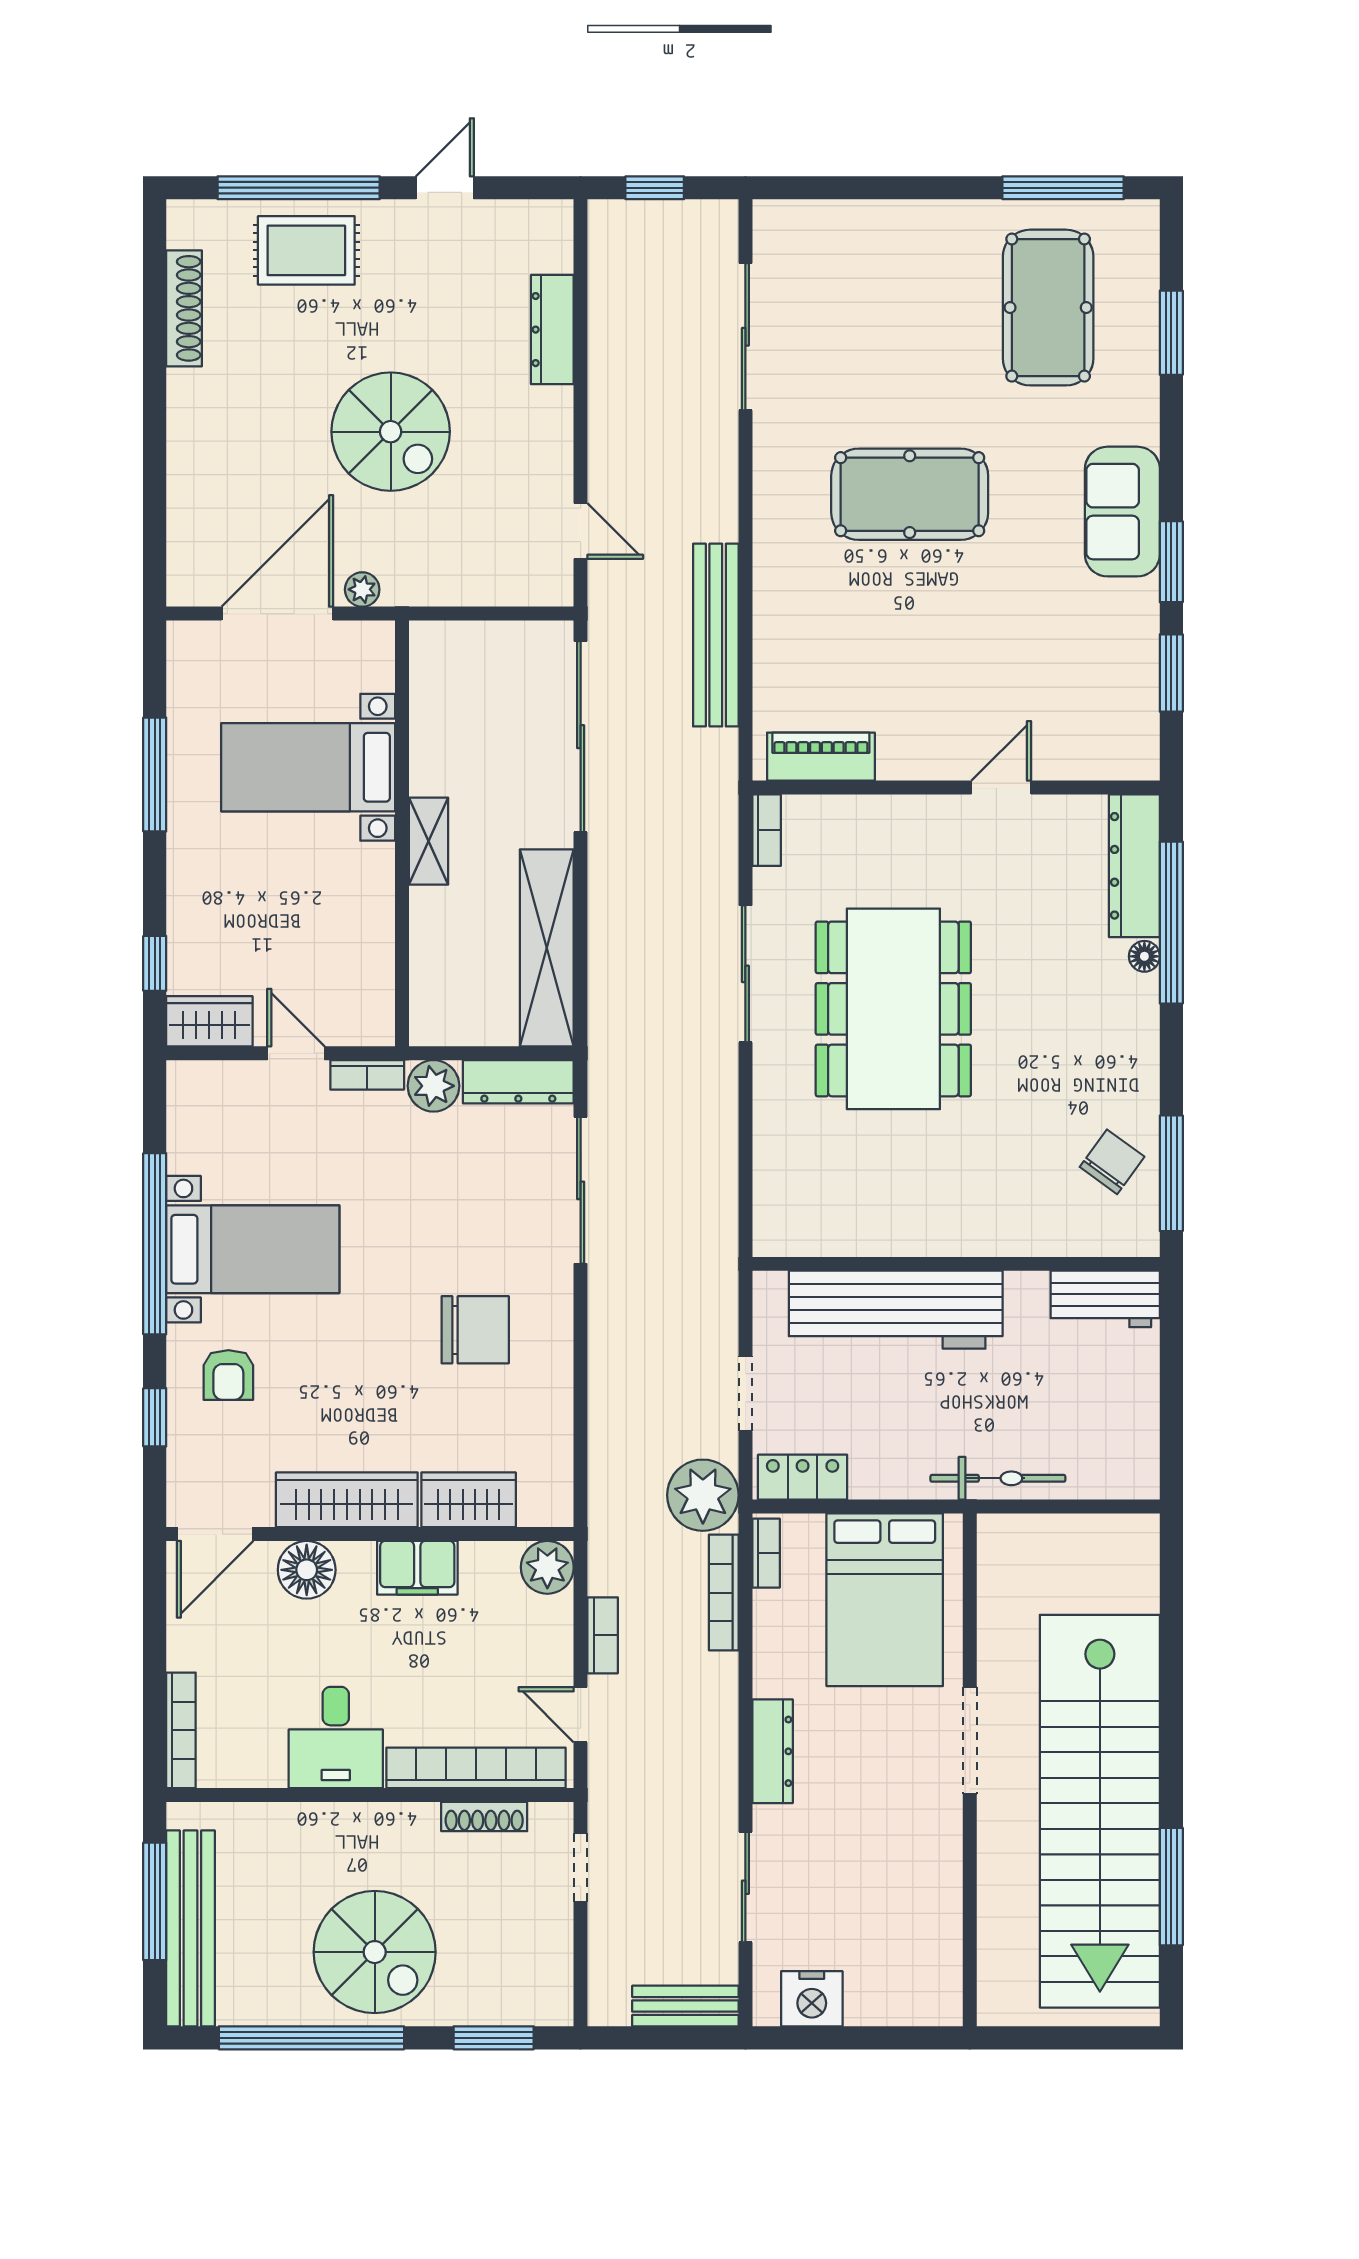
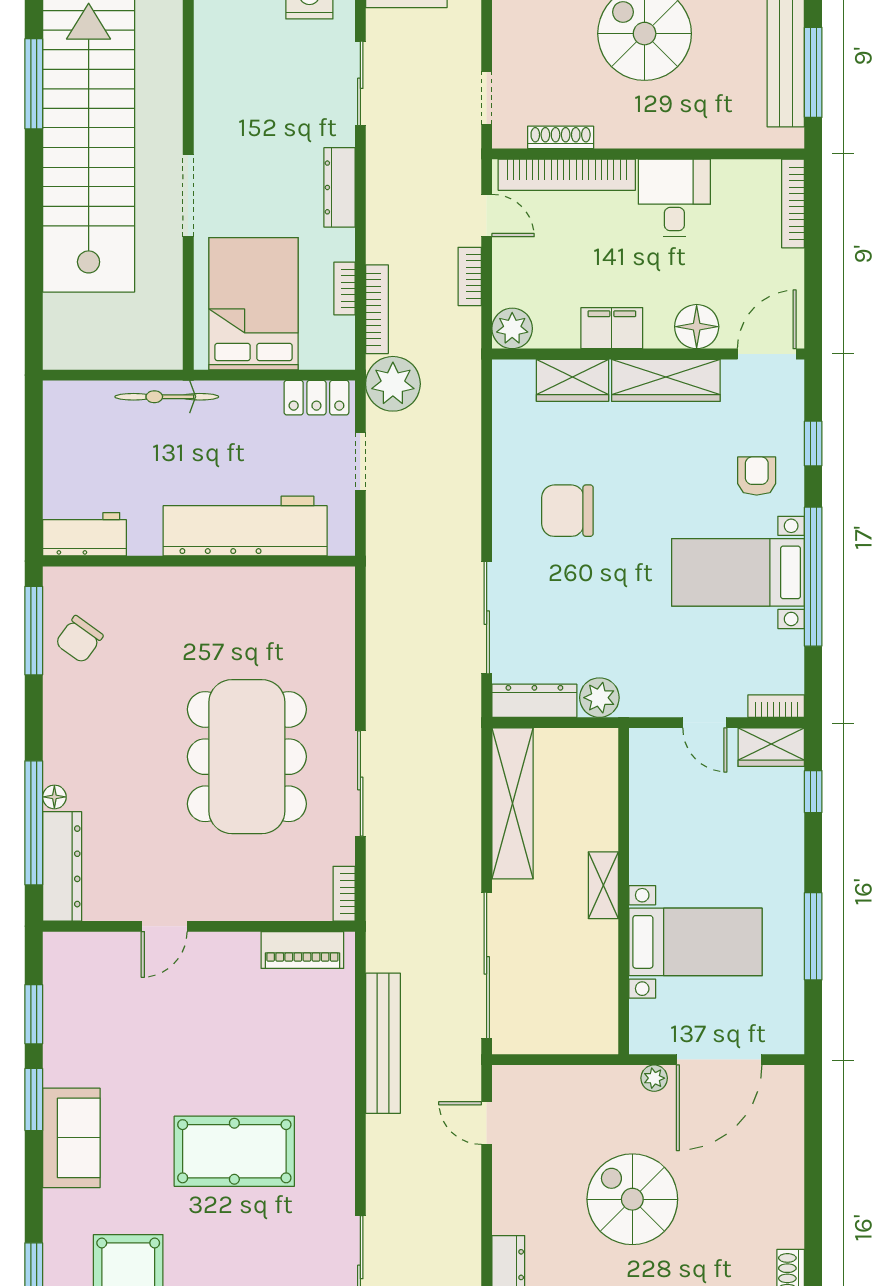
bookcase: (367, 1075) -> (776, 706), moved
bookcase: (766, 1553) -> (344, 289), moved

